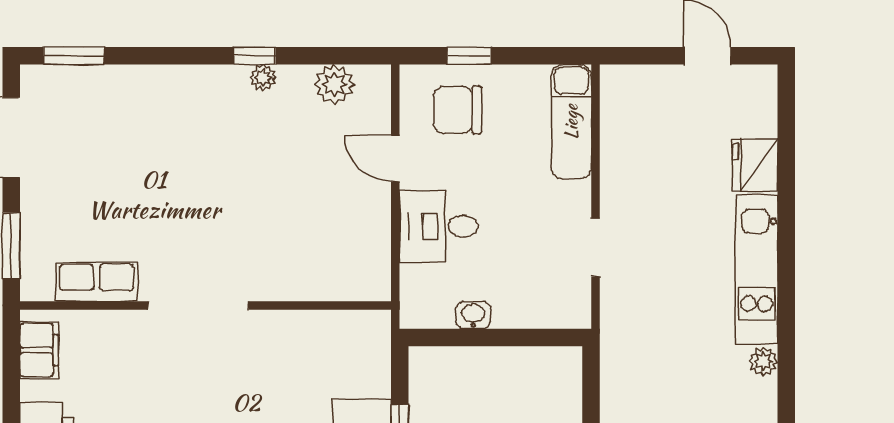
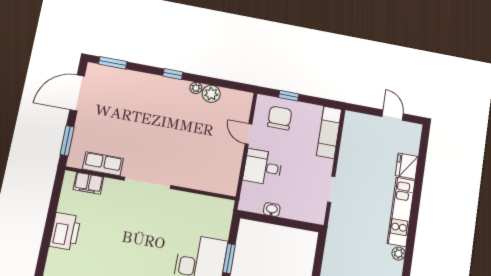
window: (254, 56) -> (173, 74), moved
plant: (334, 84) -> (211, 94), moved
chair: (457, 110) -> (280, 118), turned 90
filing cabinet: (39, 350) -> (88, 183), moved, turned 90

